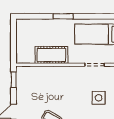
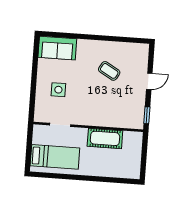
window: (63, 16) -> (90, 178), removed

